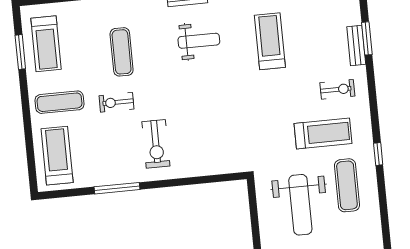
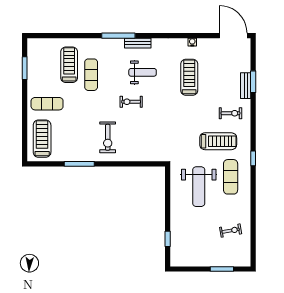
treadmill: (46, 44) -> (69, 65), moved, turned 180
exercise bike: (117, 102) -> (131, 102), moved

